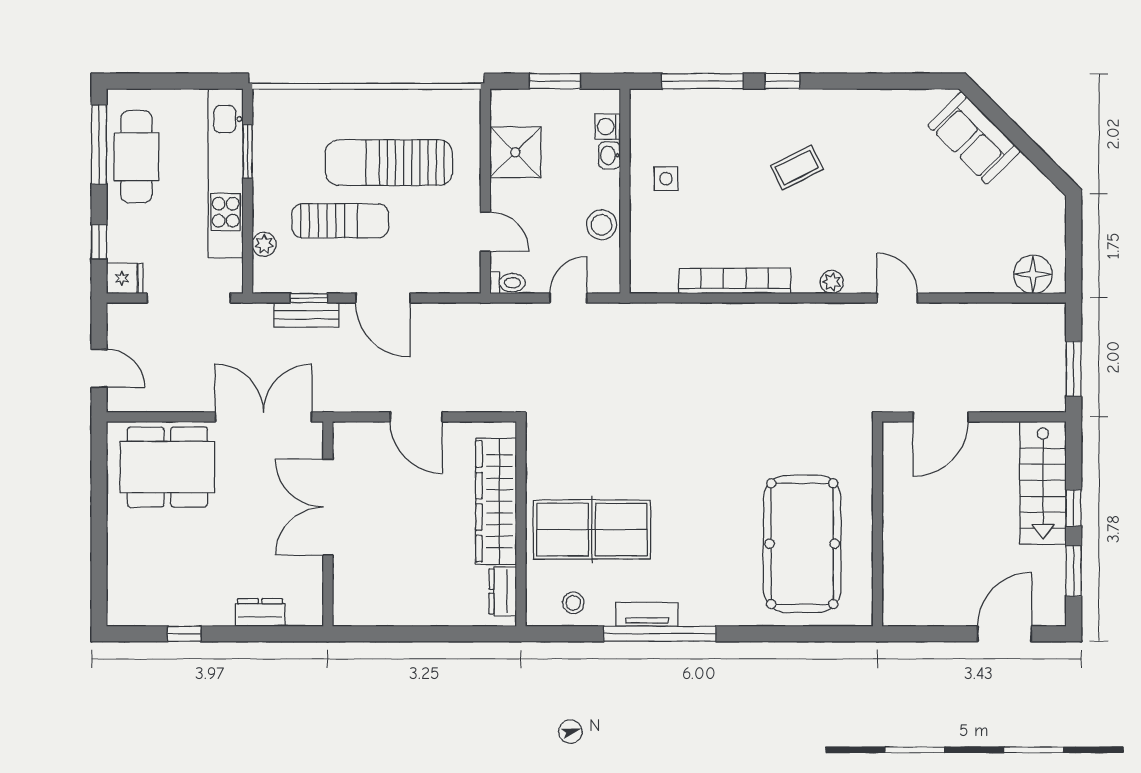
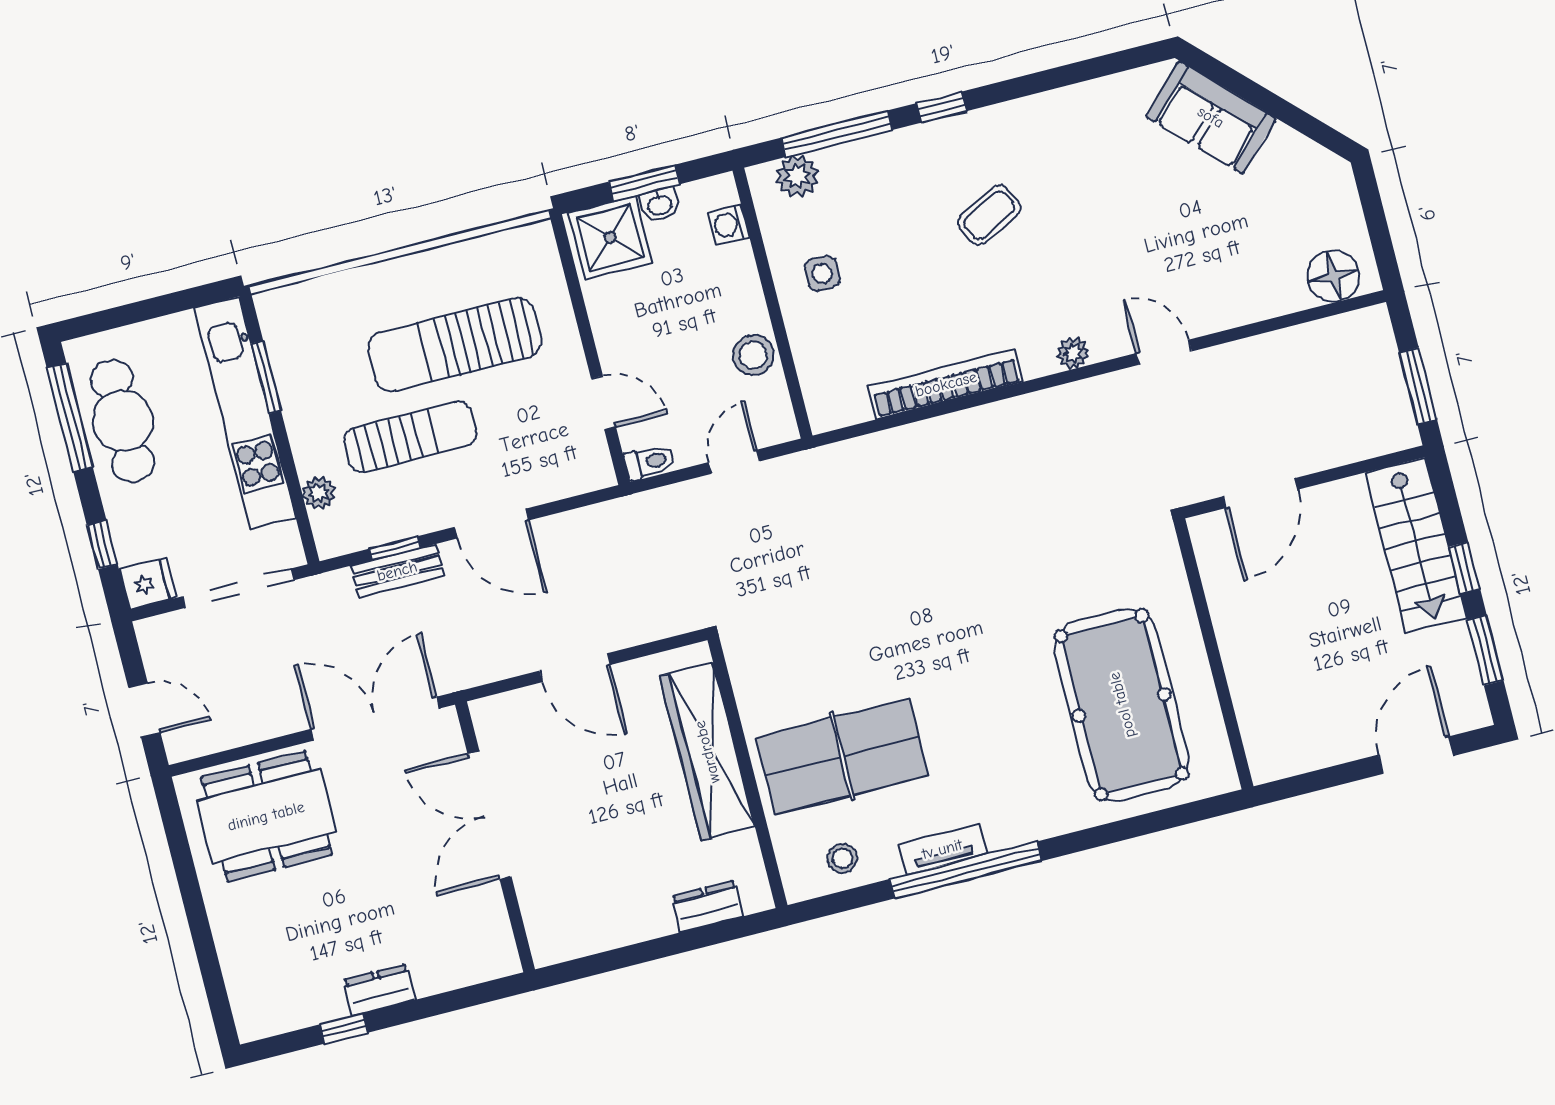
plant: (666, 104) -> (797, 176), added
shower: (515, 152) -> (610, 237), moved
washbasin: (610, 155) -> (659, 205), moved, turned -90
dresser: (503, 591) -> (708, 906), moved, turned 90
dresser: (260, 613) -> (379, 990), moved

